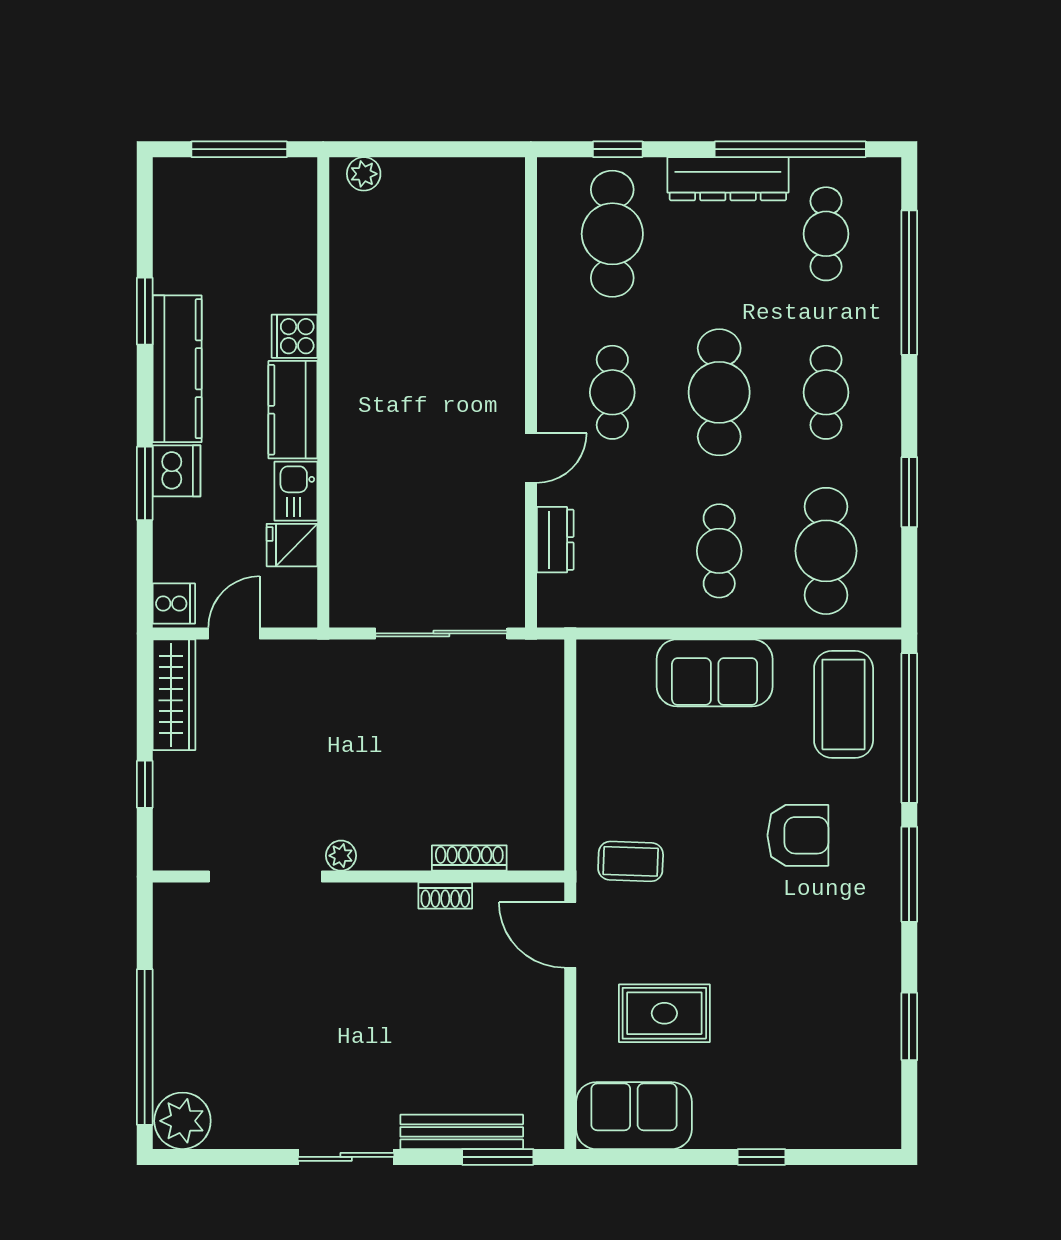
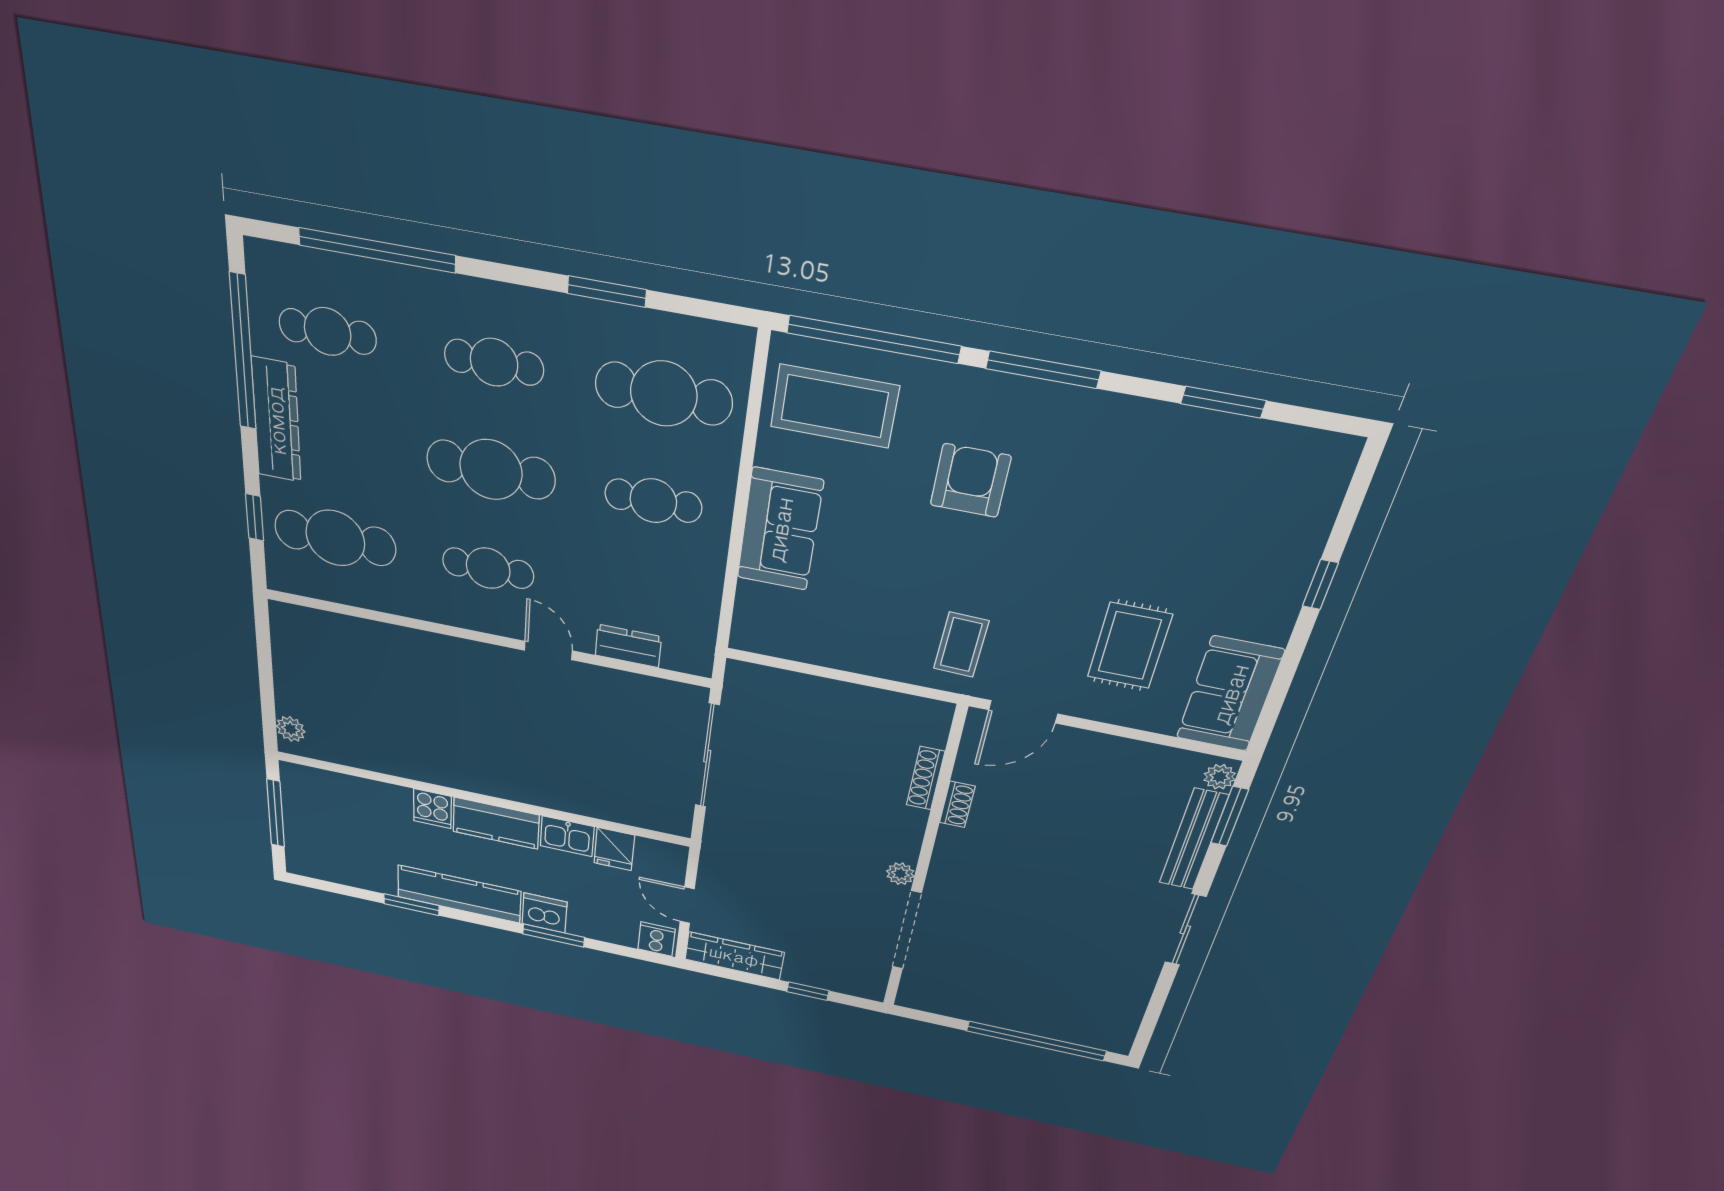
plant: (182, 1121) -> (1220, 777), moved, width x0.53, depth x0.53

